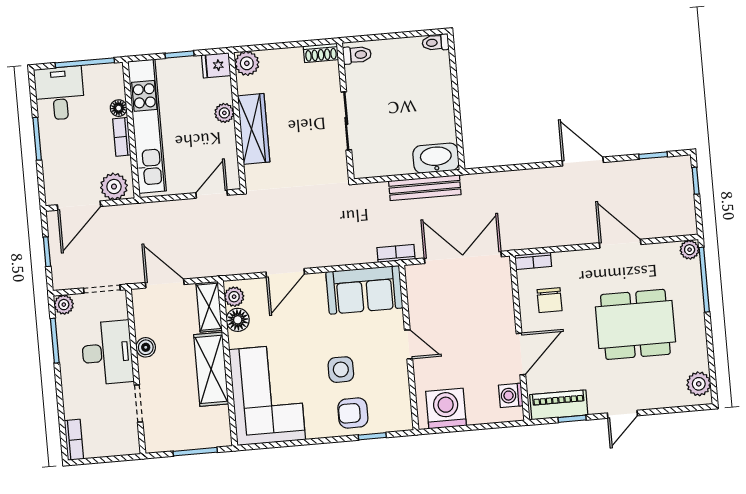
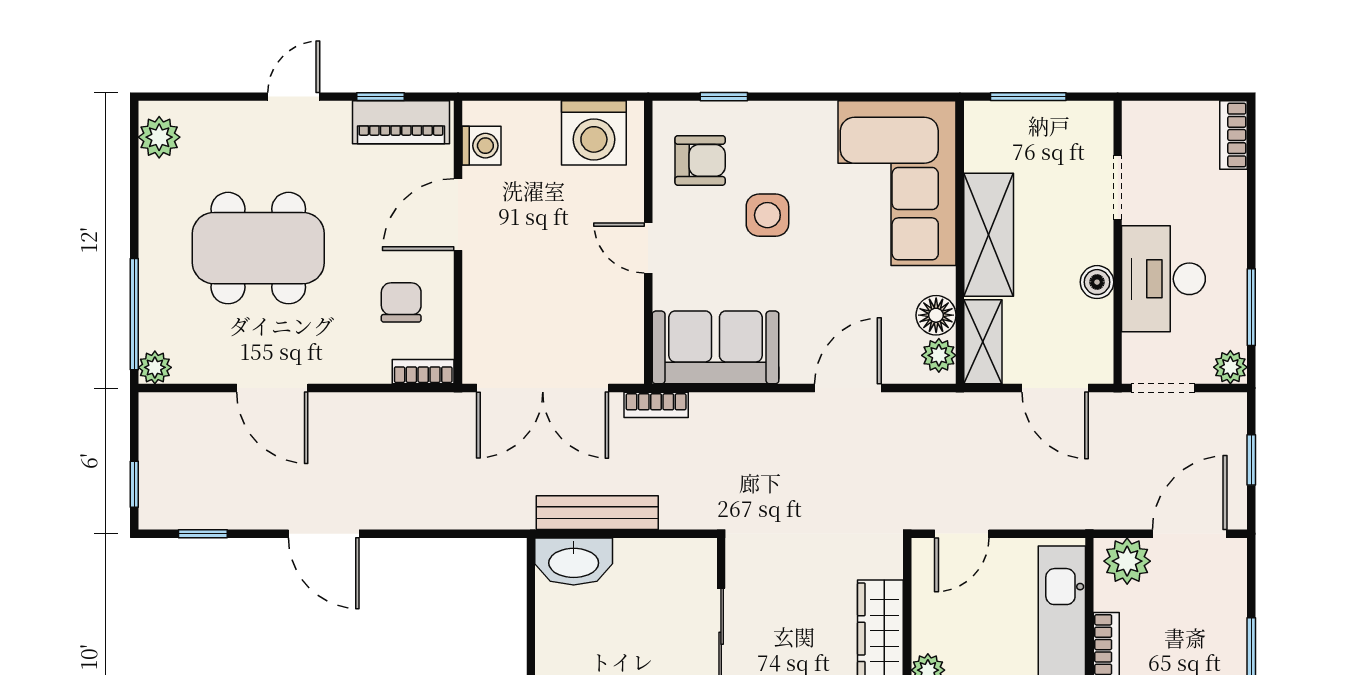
armchair: (353, 413) -> (700, 160), moved

